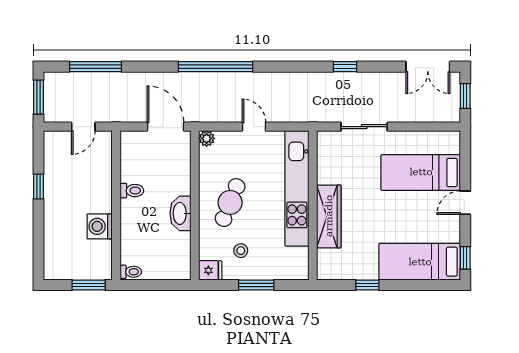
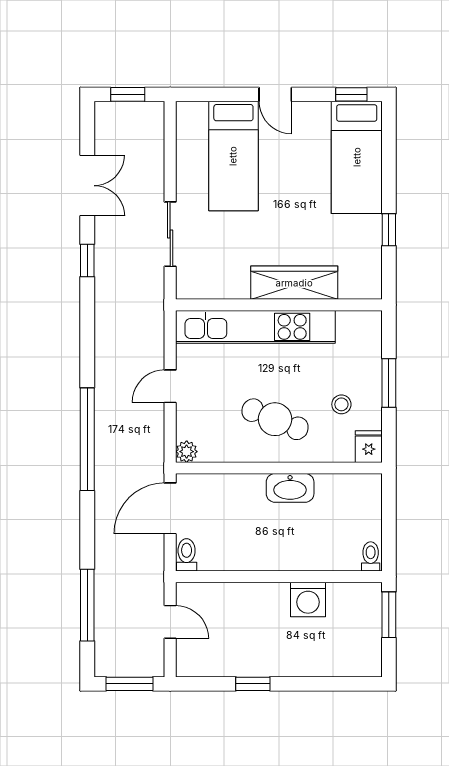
double door: (428, 67) -> (87, 186), moved
toilet: (132, 191) -> (187, 555), moved

